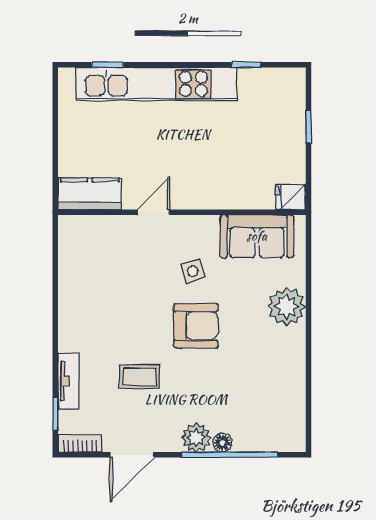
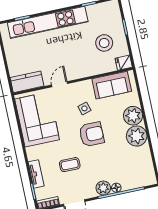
stool: (260, 149) -> (104, 43), added
corner sofa: (94, 273) -> (37, 119), added
plant: (285, 349) -> (137, 136), added

